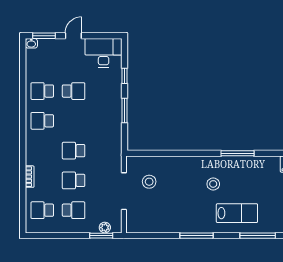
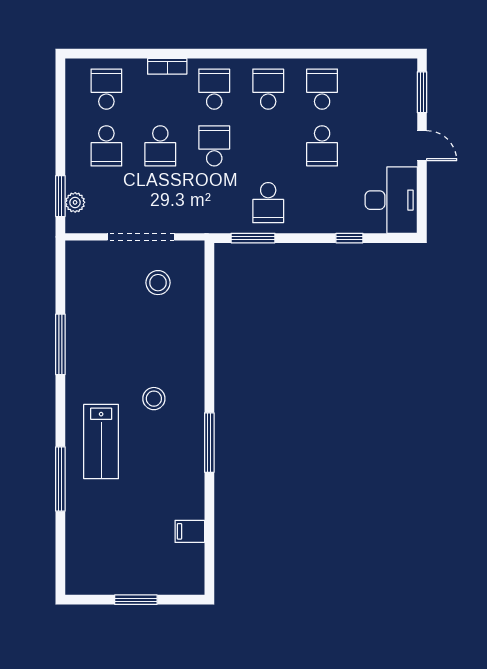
washbasin: (31, 43) -> (408, 69), removed
window: (125, 110) -> (253, 238), moved
school desk: (105, 121) -> (268, 203), added
school desk: (42, 151) -> (214, 89), added
school desk: (74, 180) -> (160, 146), turned 180
window: (196, 236) -> (60, 344), moved

